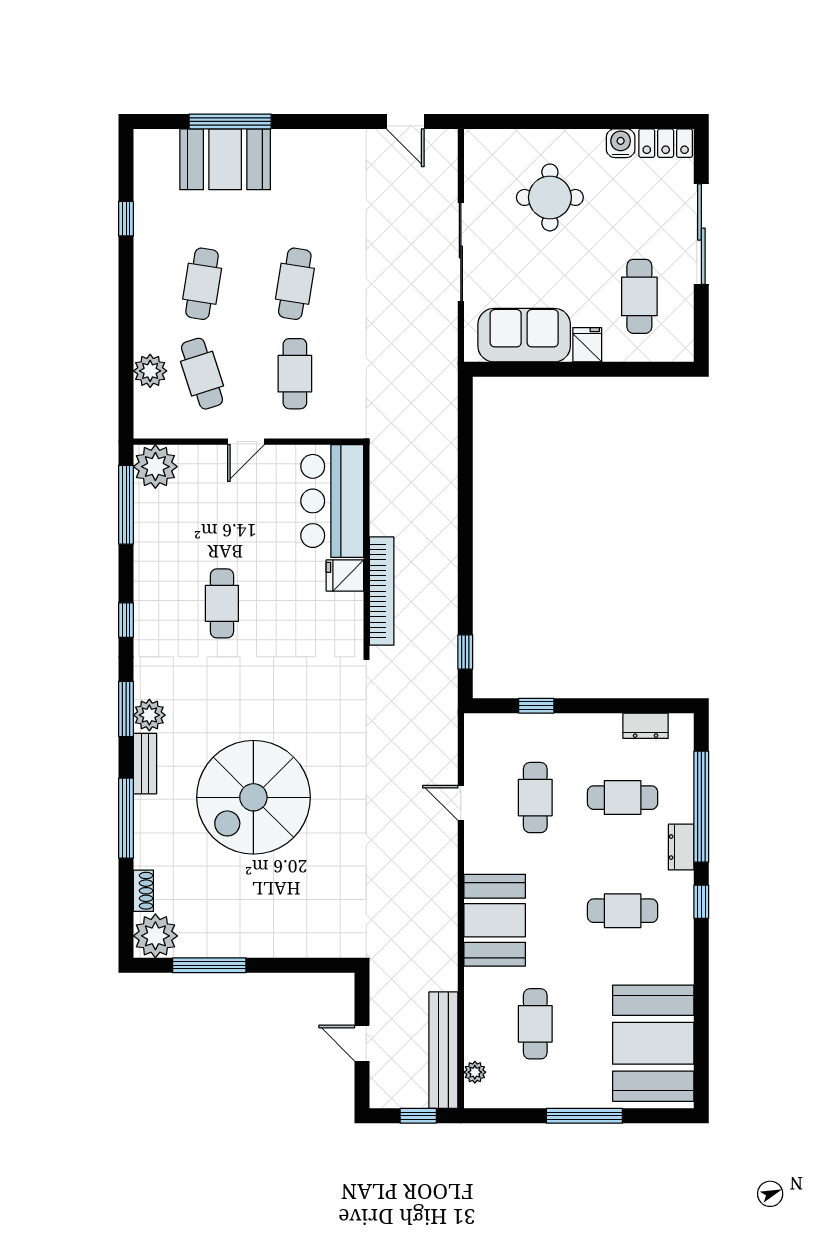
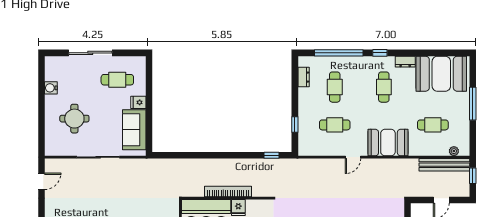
locker: (666, 143) -> (51, 68), removed
bookcase: (382, 591) -> (228, 192), moved
door: (461, 803) -> (353, 157), moved
dresser: (681, 847) -> (405, 62), moved

